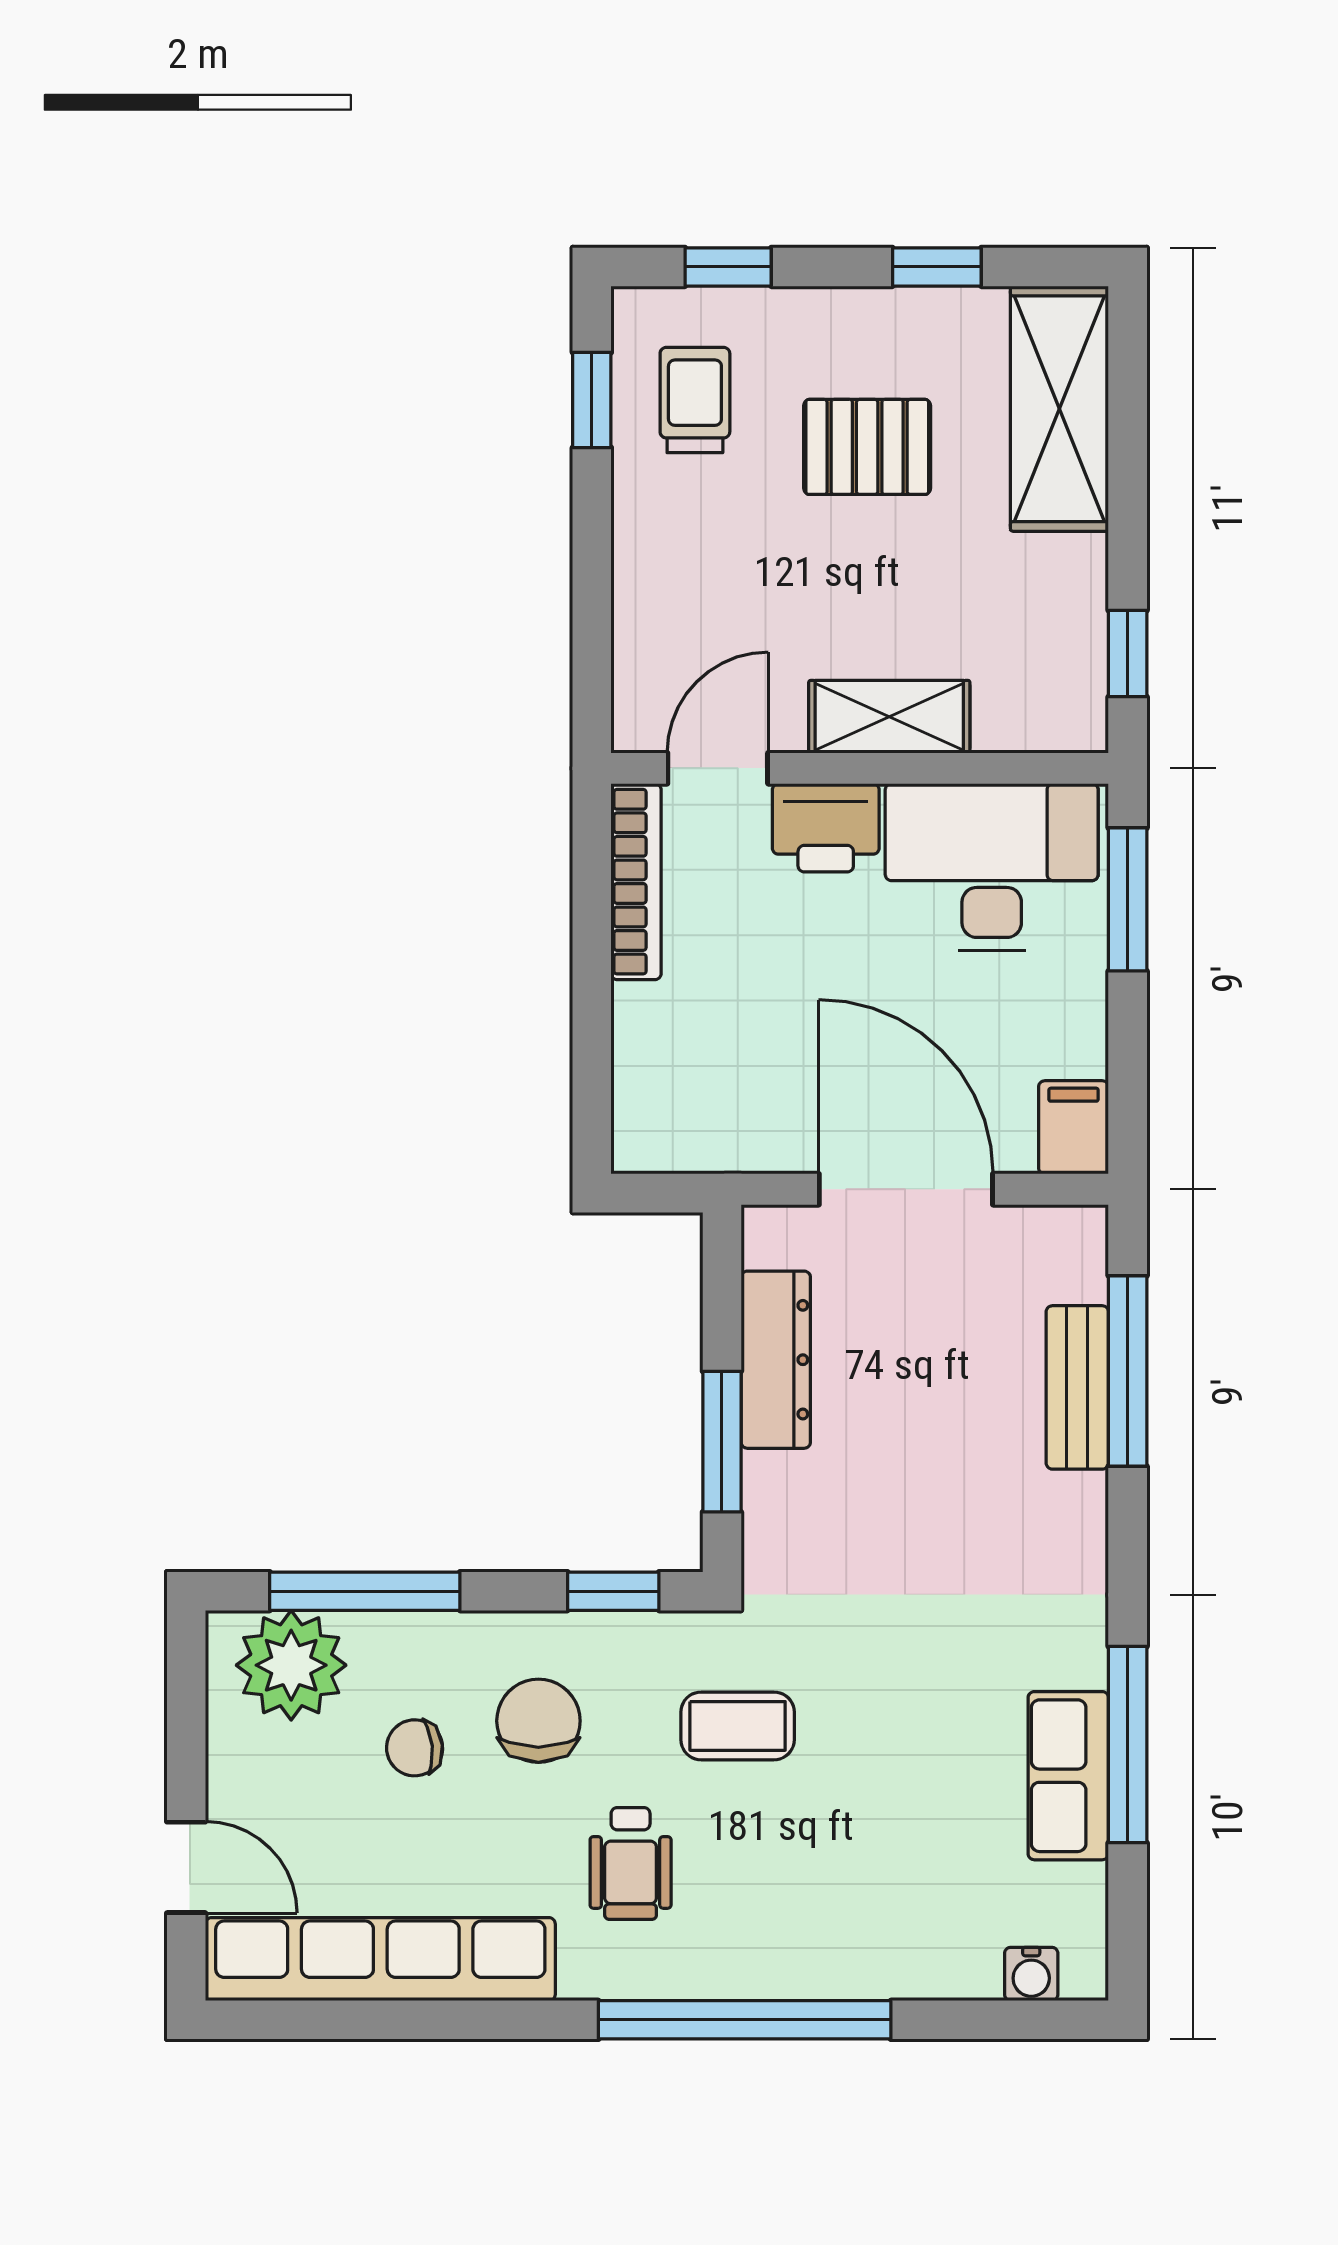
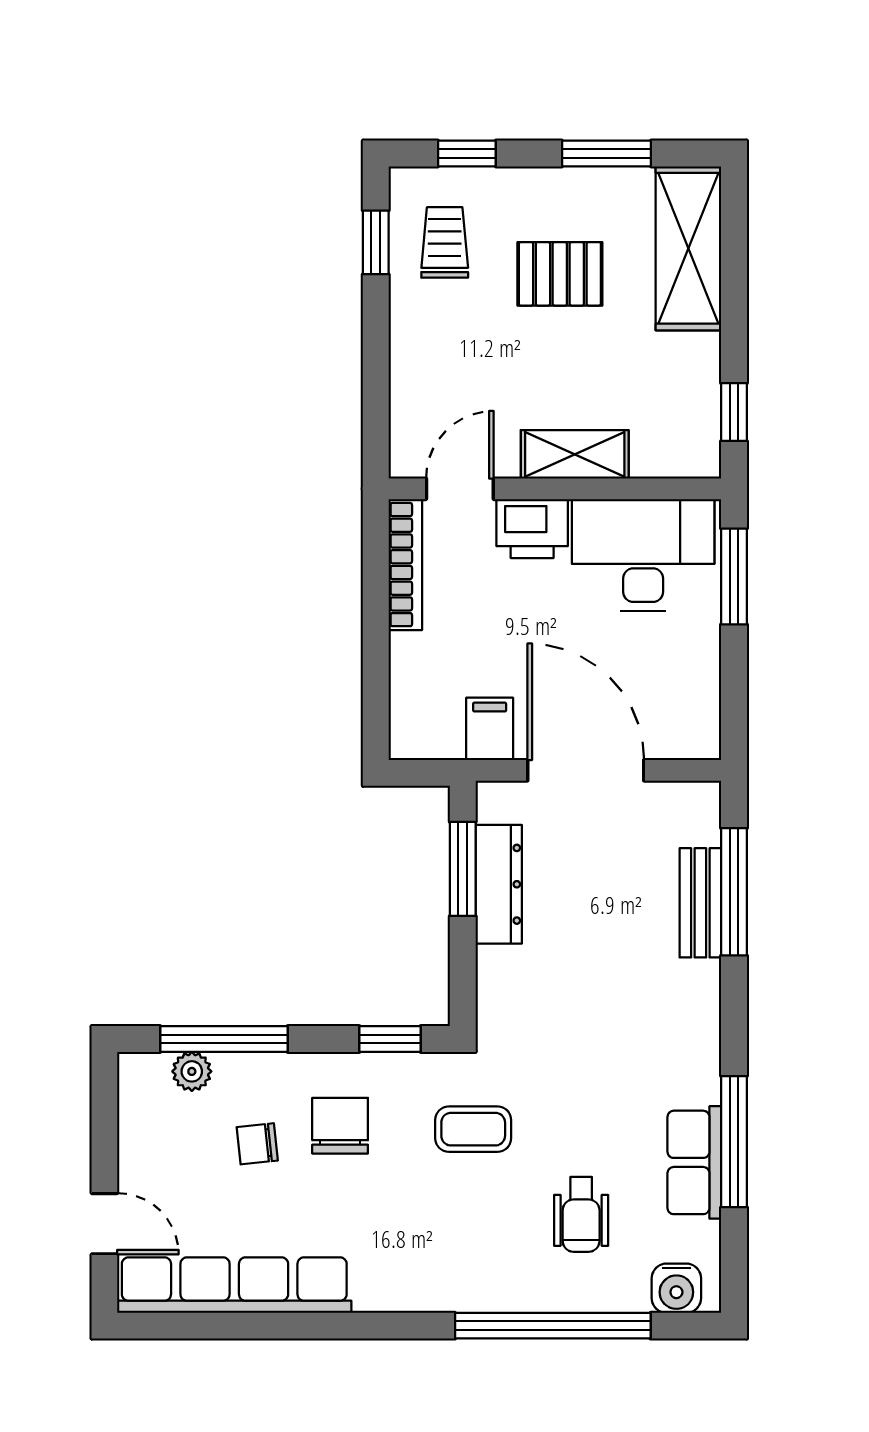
window: (937, 267) -> (606, 153), width x1.50
filing cabinet: (1074, 1127) -> (490, 729), moved
window: (722, 1442) -> (463, 869), moved
plant: (291, 1665) -> (192, 1071), width x0.53, depth x0.53
wheelchair: (631, 1863) -> (581, 1214), moved
water cooler: (1031, 1974) -> (676, 1288), width x1.38, depth x1.38
window: (745, 2020) -> (553, 1326), moved

